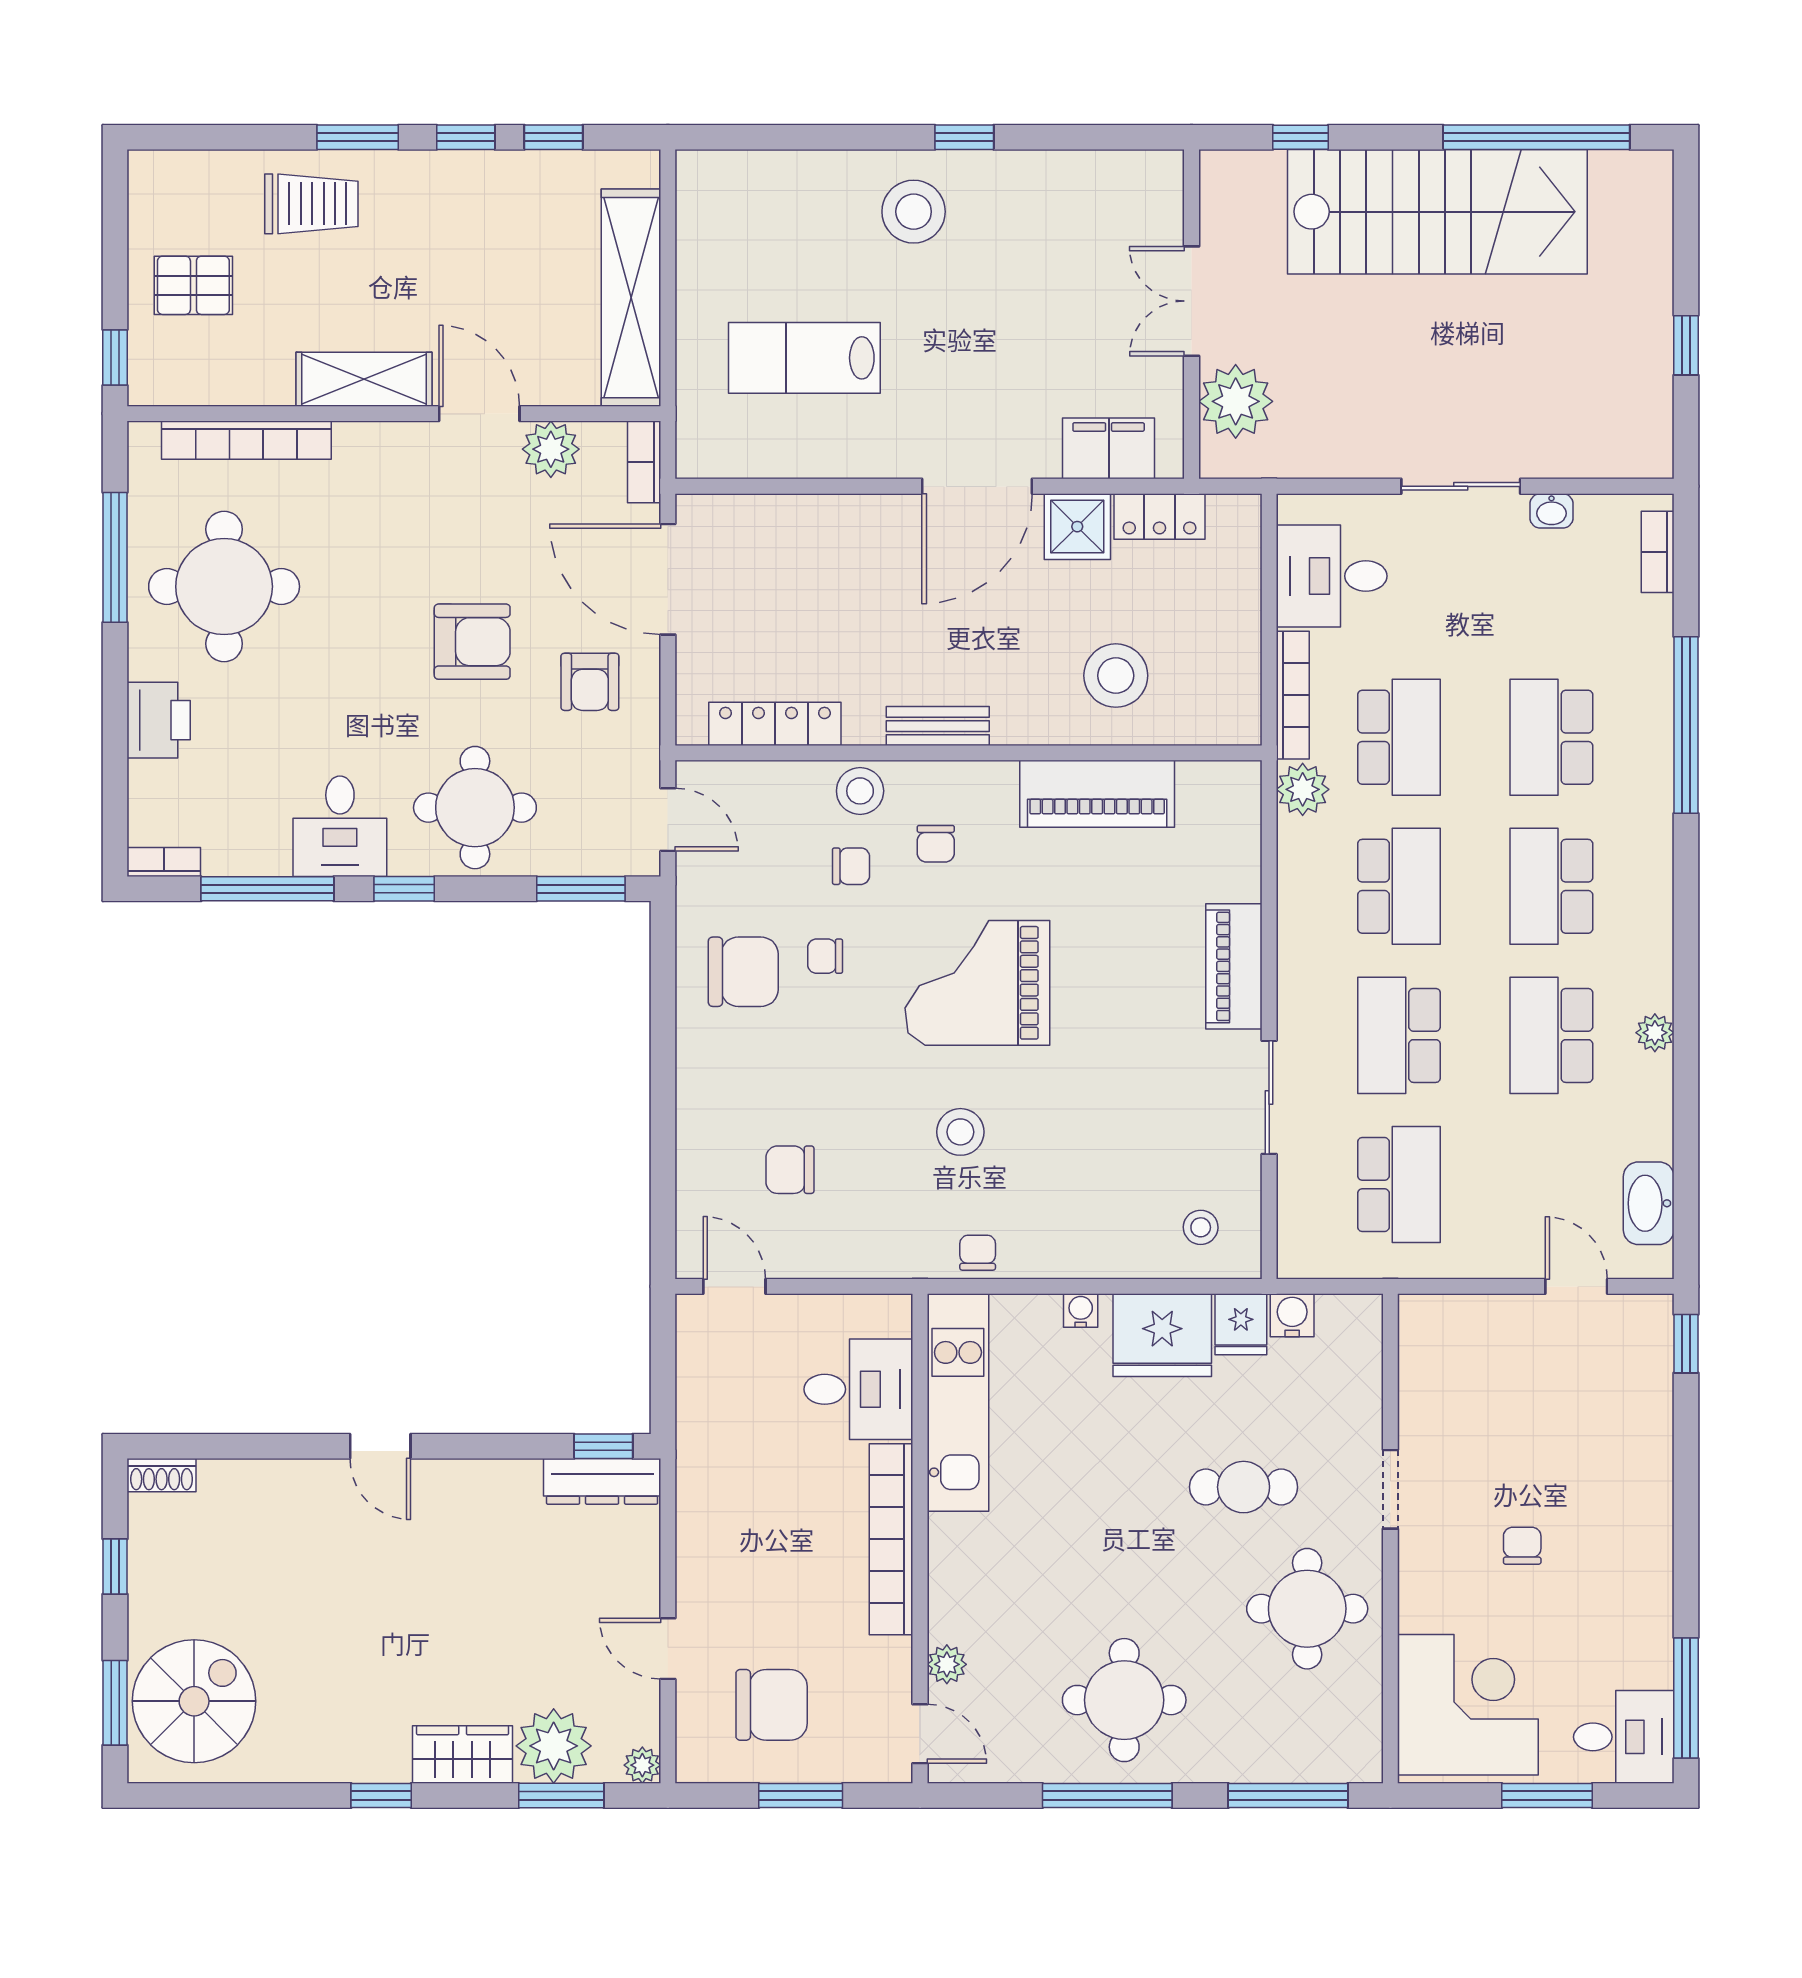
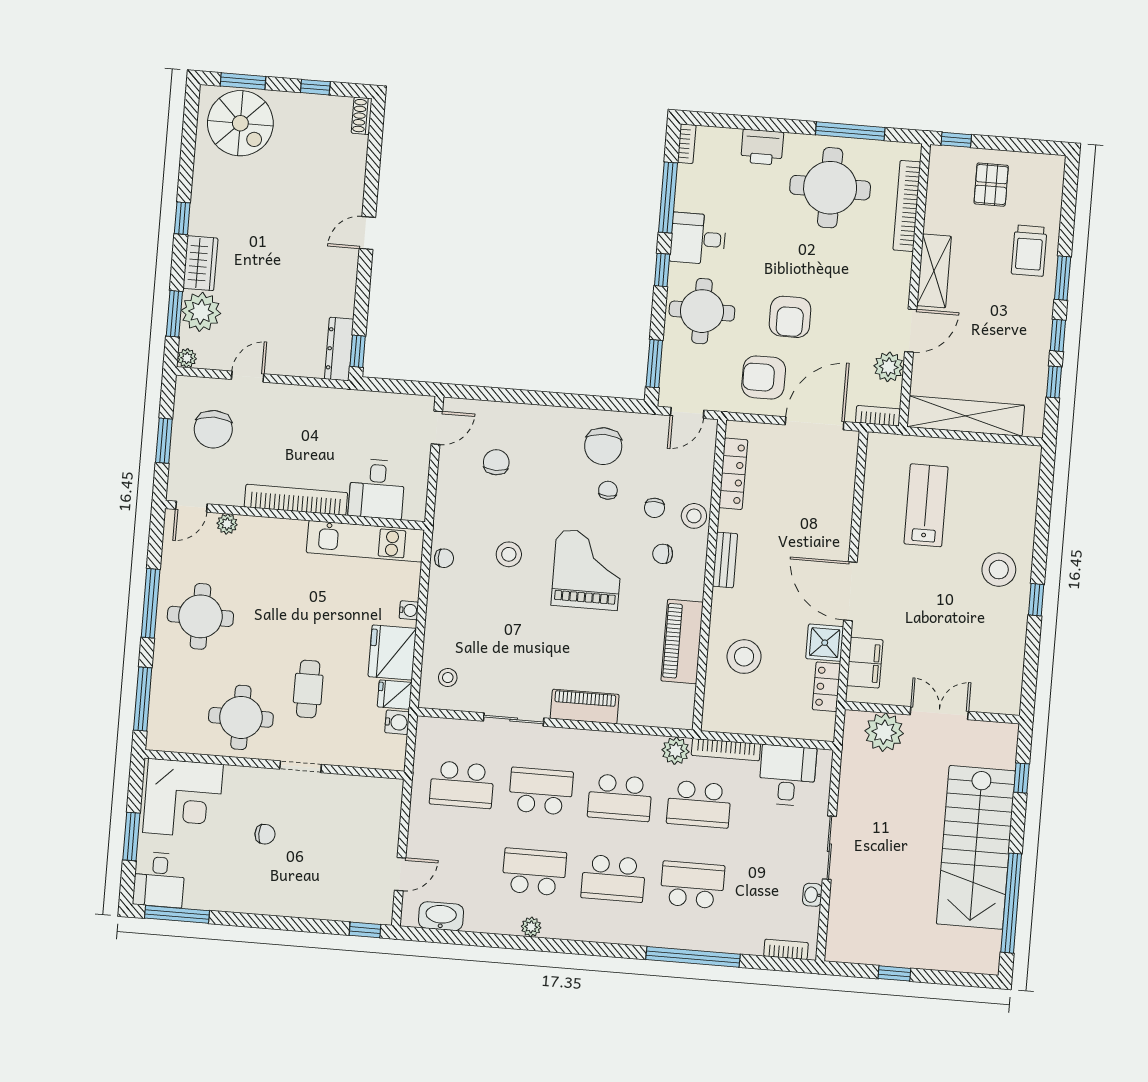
armchair: (590, 682) -> (764, 377), width x1.38, depth x1.38
school desk: (1551, 886) -> (613, 878), turned 180

